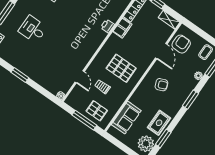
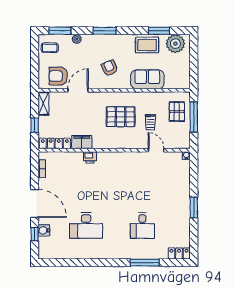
pallet: (121, 68) -> (121, 117), turned 90
door: (80, 77) -> (156, 150), hinge flipped
sofa: (126, 118) -> (147, 79), moved

